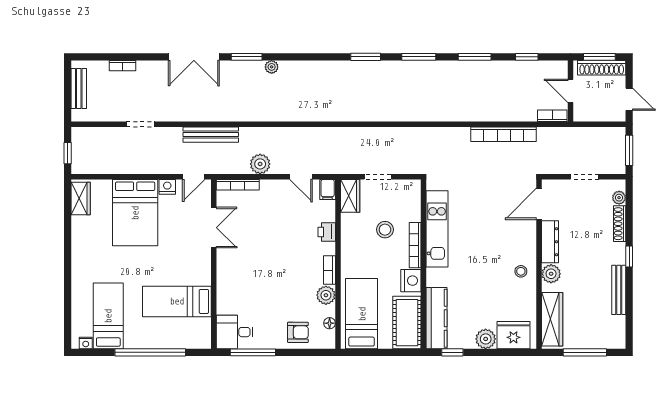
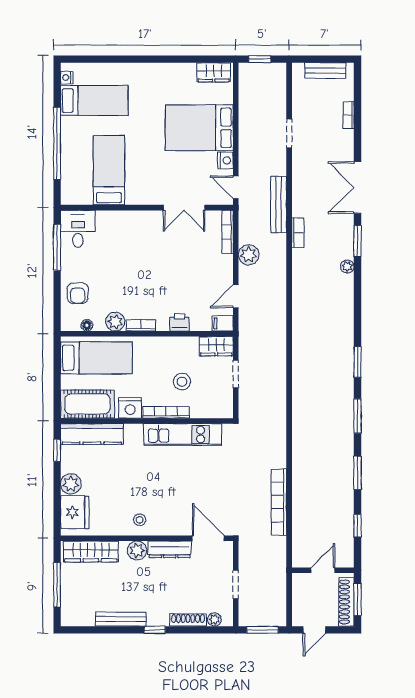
bookcase: (552, 116) -> (298, 233), moved

